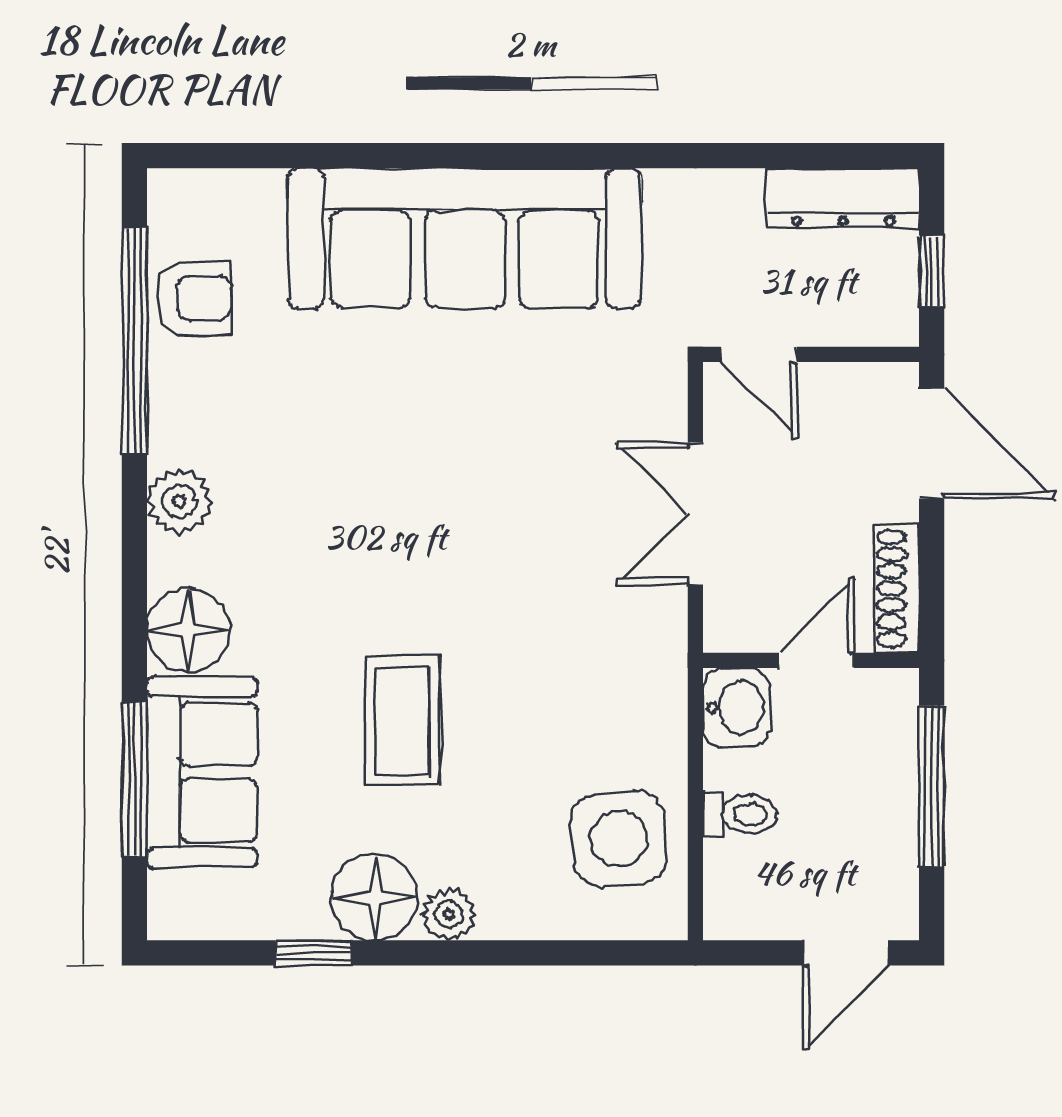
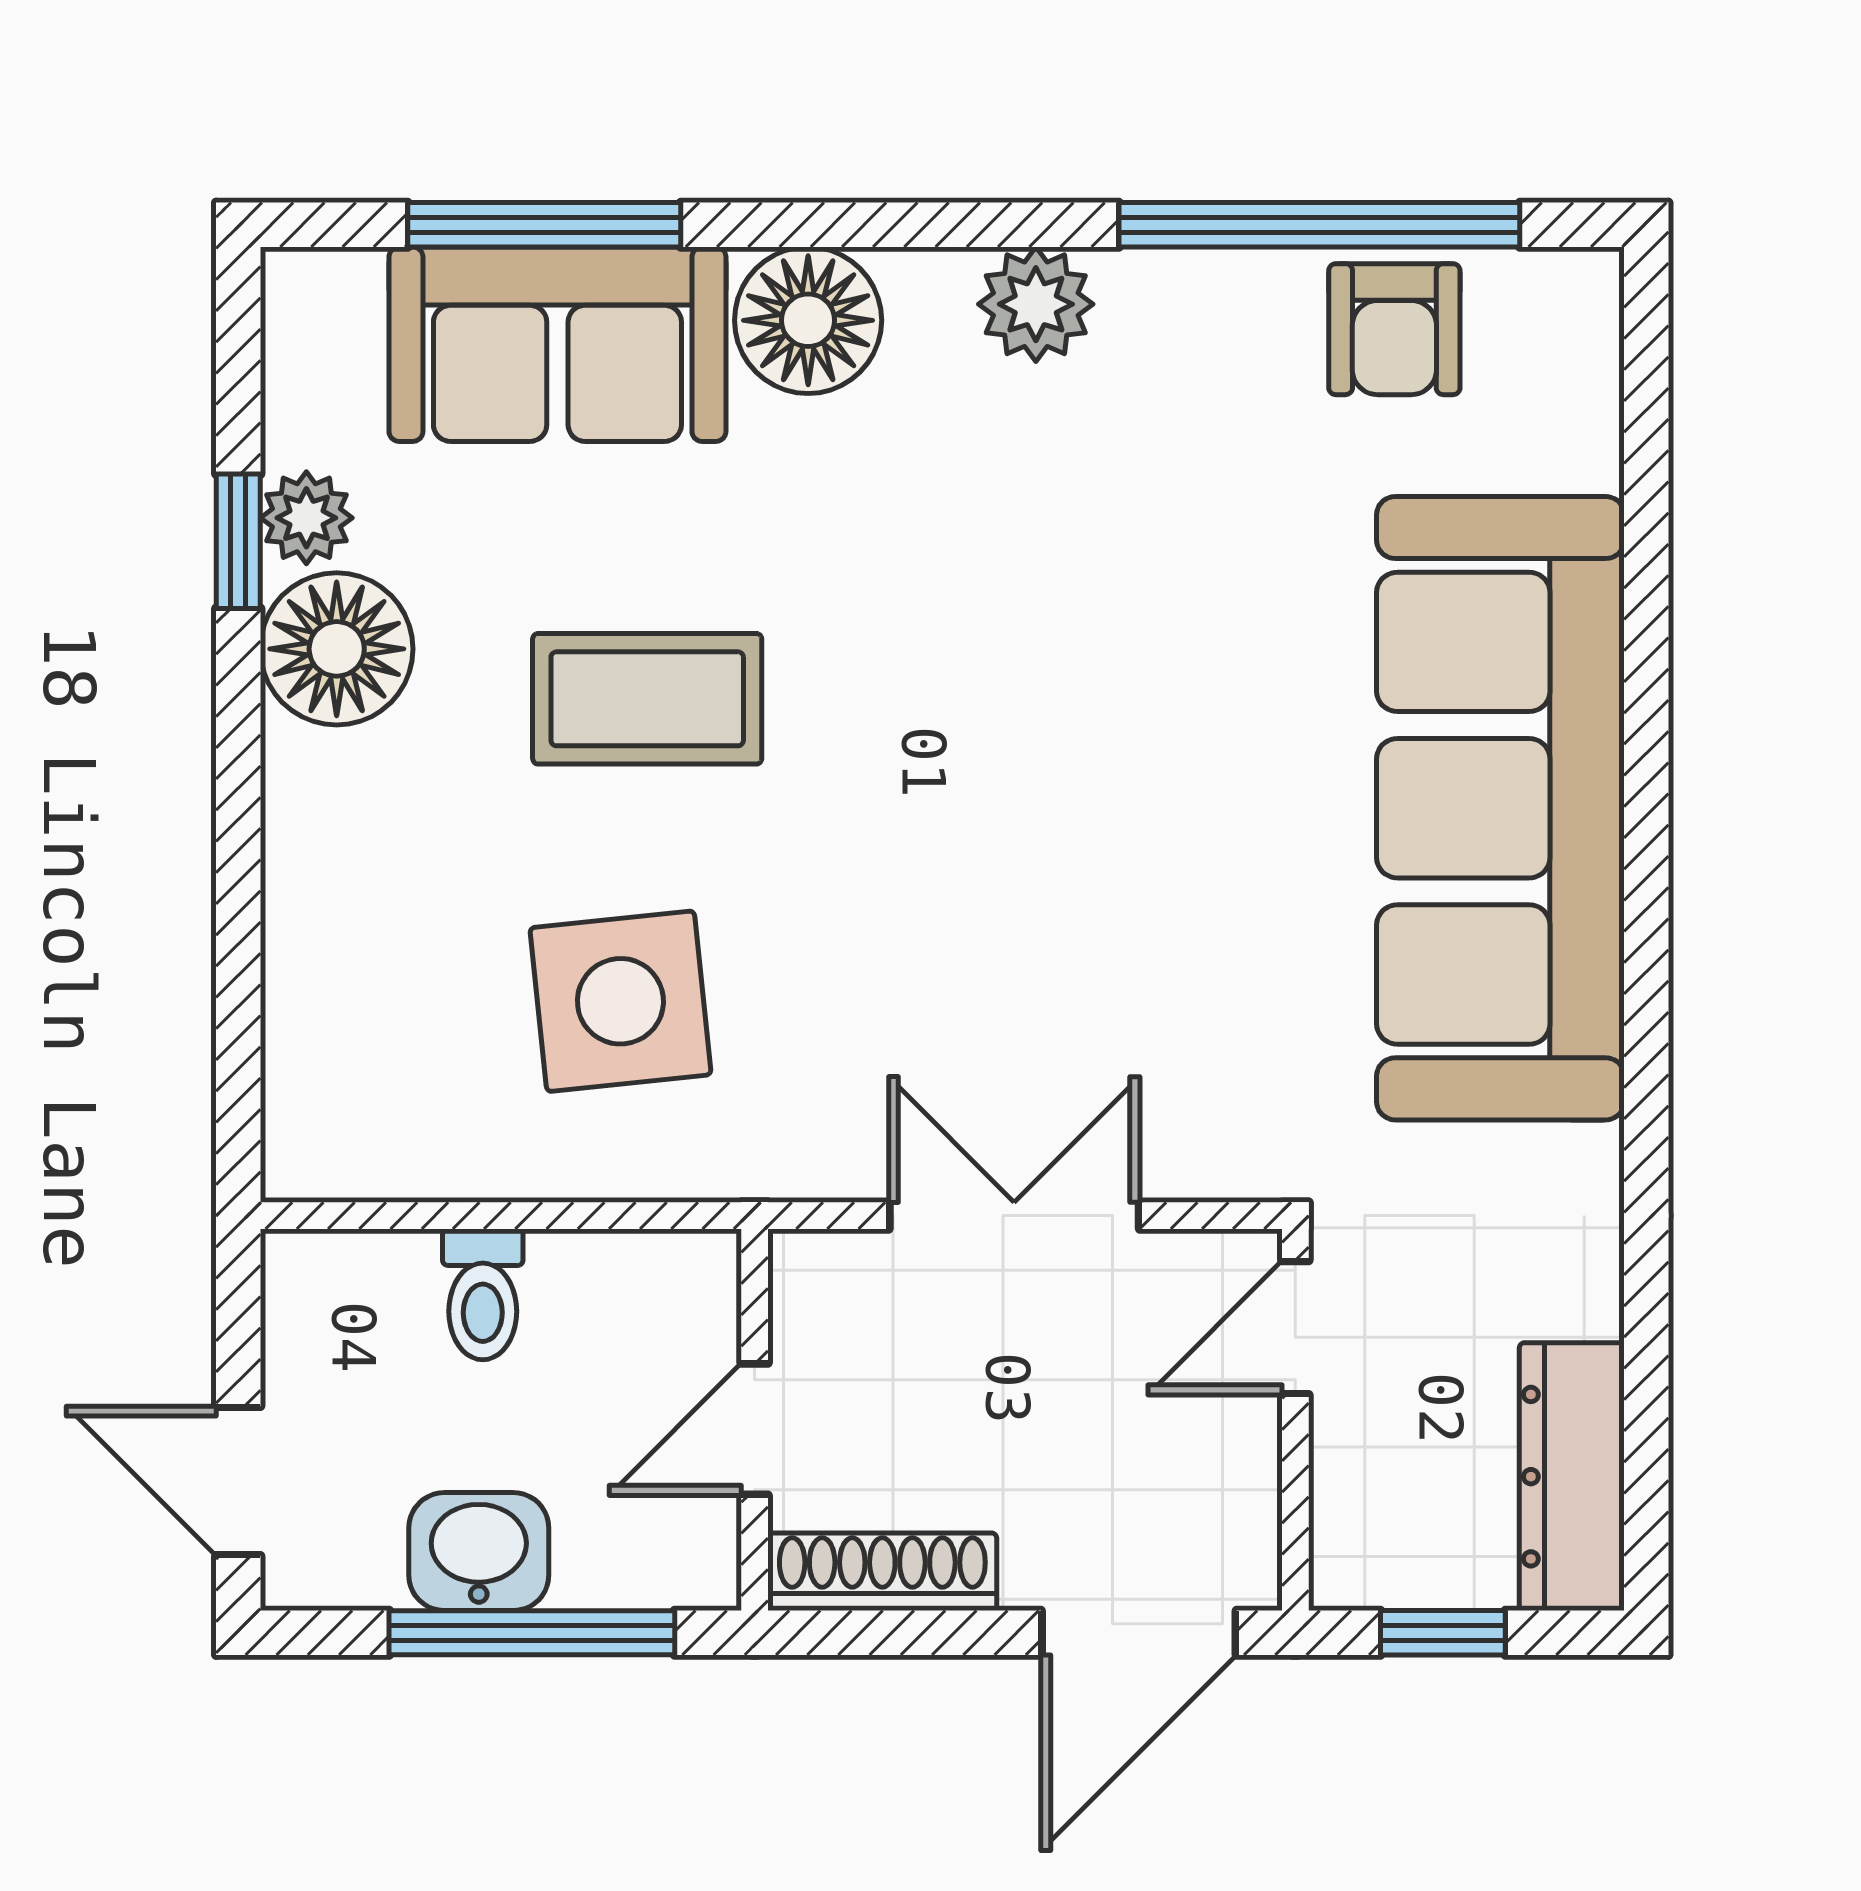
door: (816, 660) -> (755, 1429), swing flipped
washbasin: (736, 708) -> (479, 1552), moved, turned 180
side table: (619, 838) -> (620, 1001), moved
plant: (449, 914) -> (306, 518), moved

